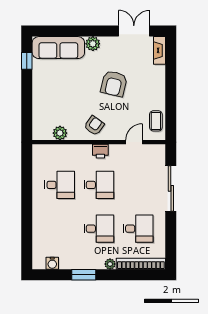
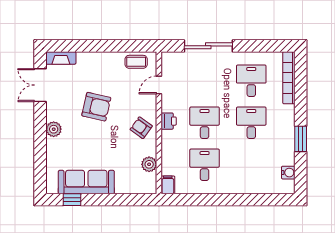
sofa: (58, 48) -> (86, 182), moved, turned -90
door: (134, 142) -> (159, 85), hinge flipped
filing cabinet: (41, 151) -> (168, 185), added
plant: (110, 264) -> (289, 111), removed

